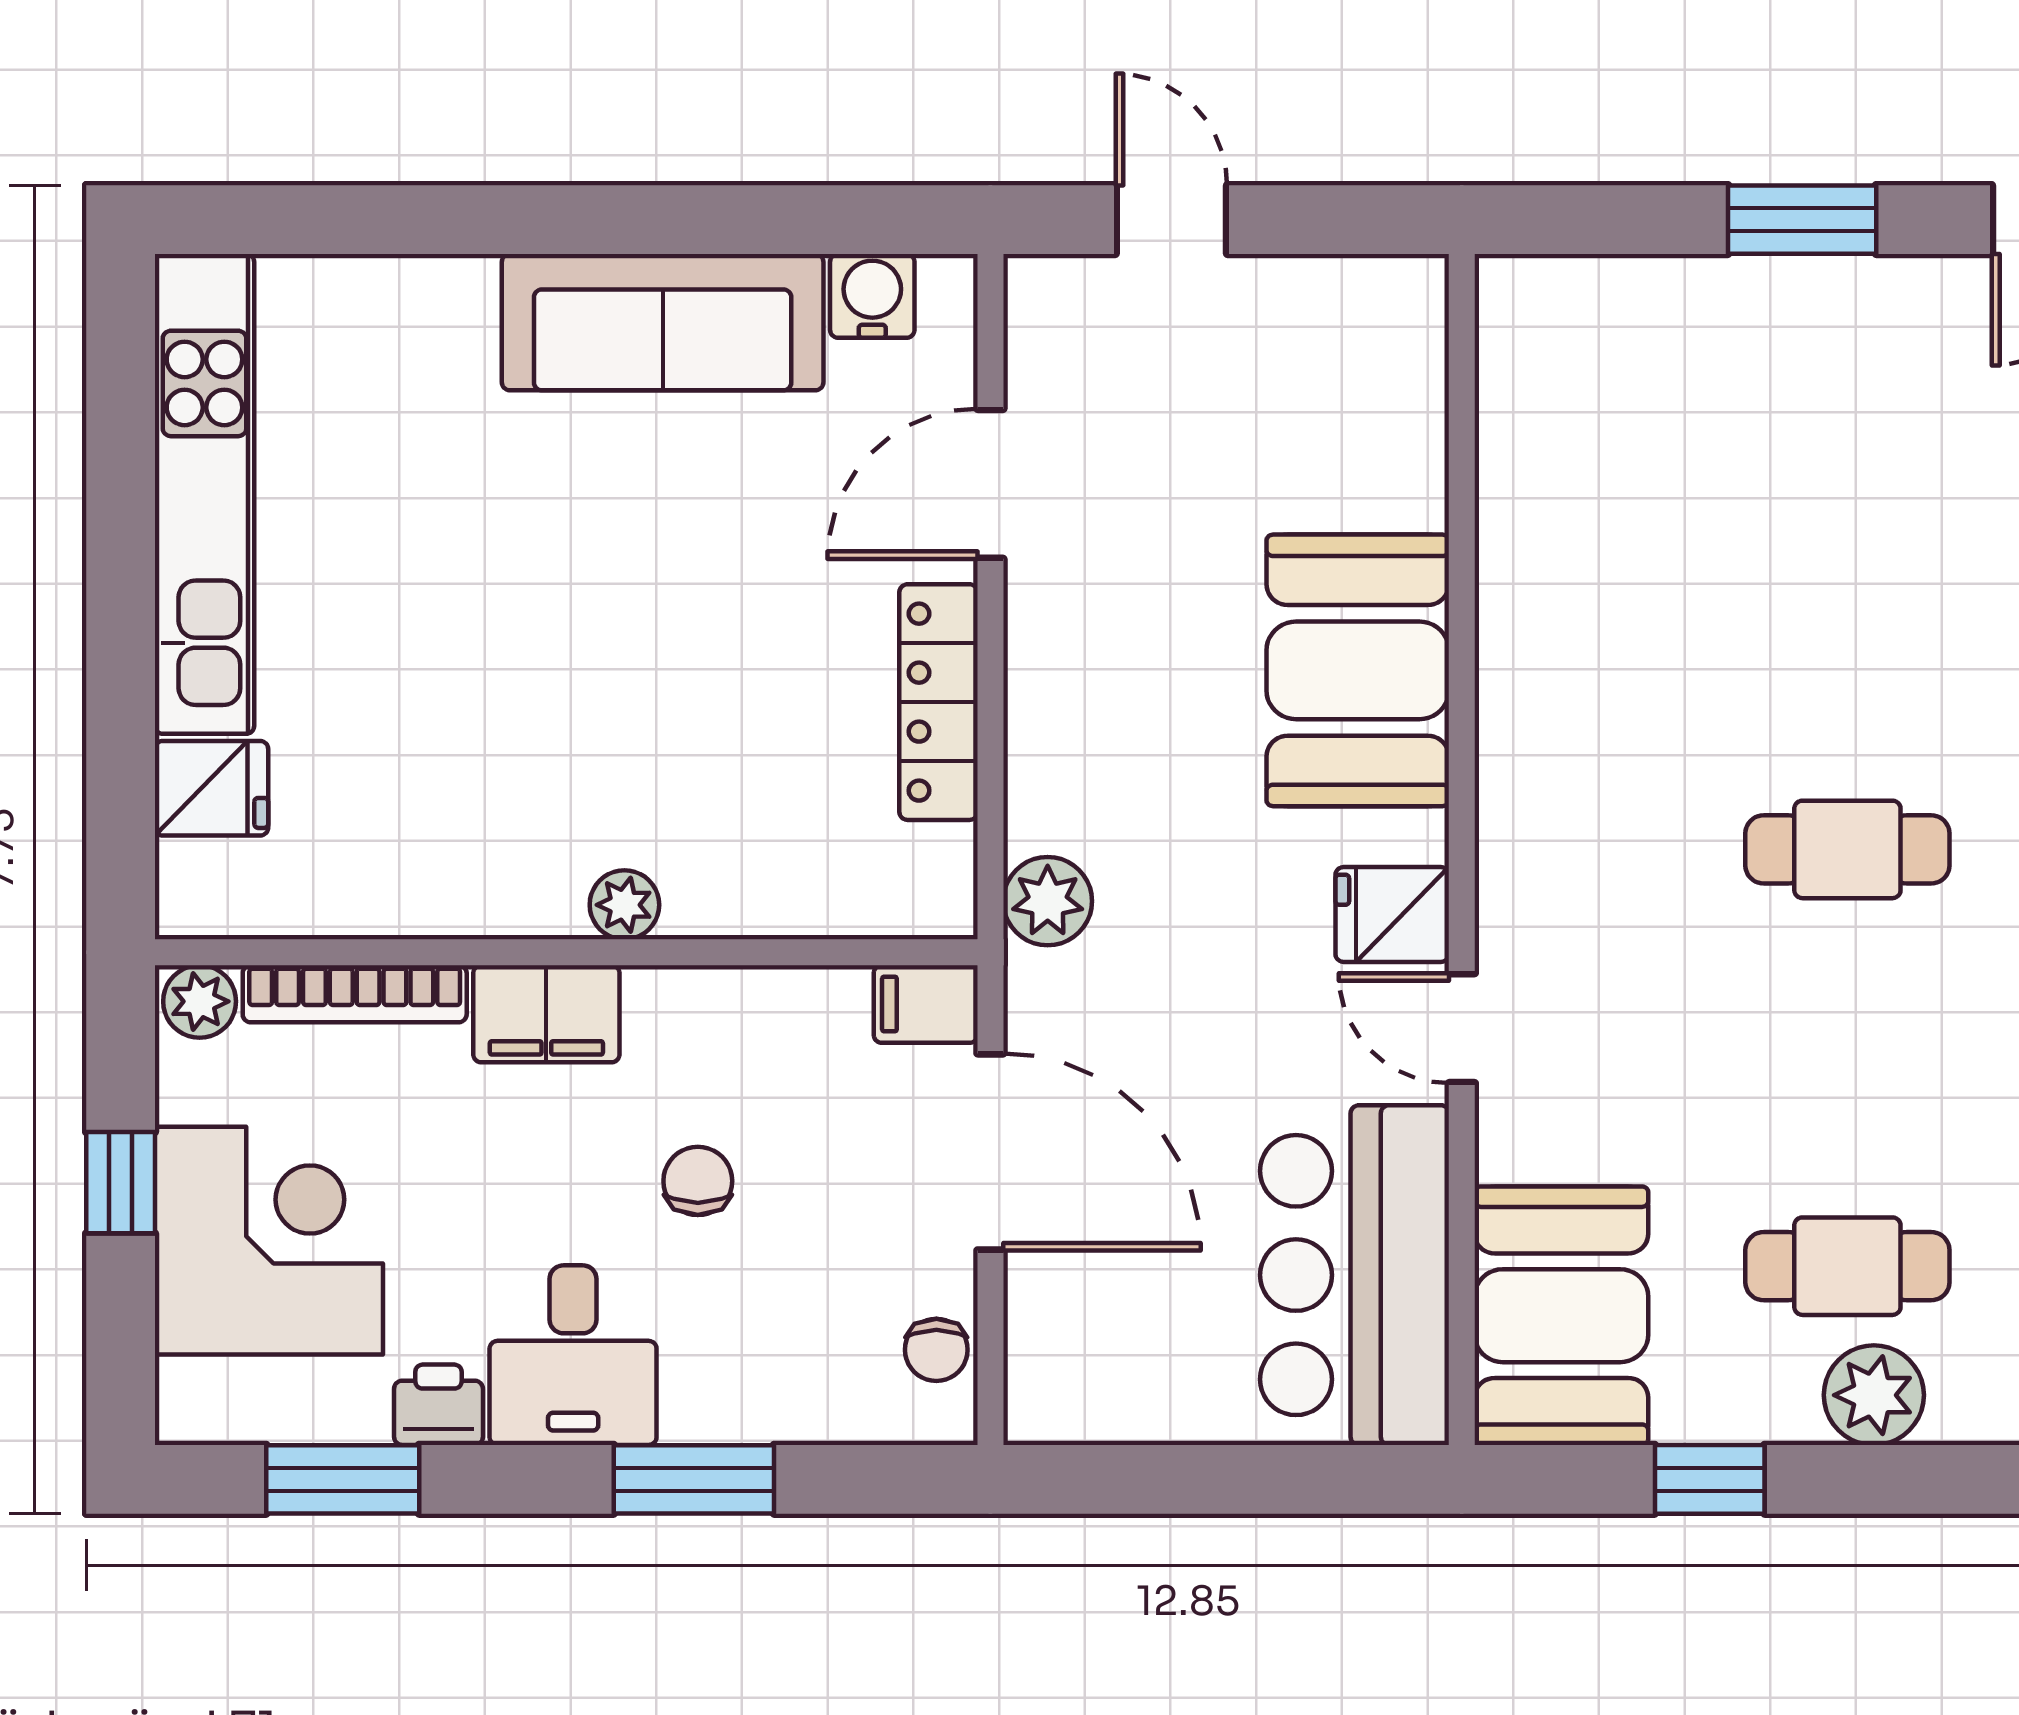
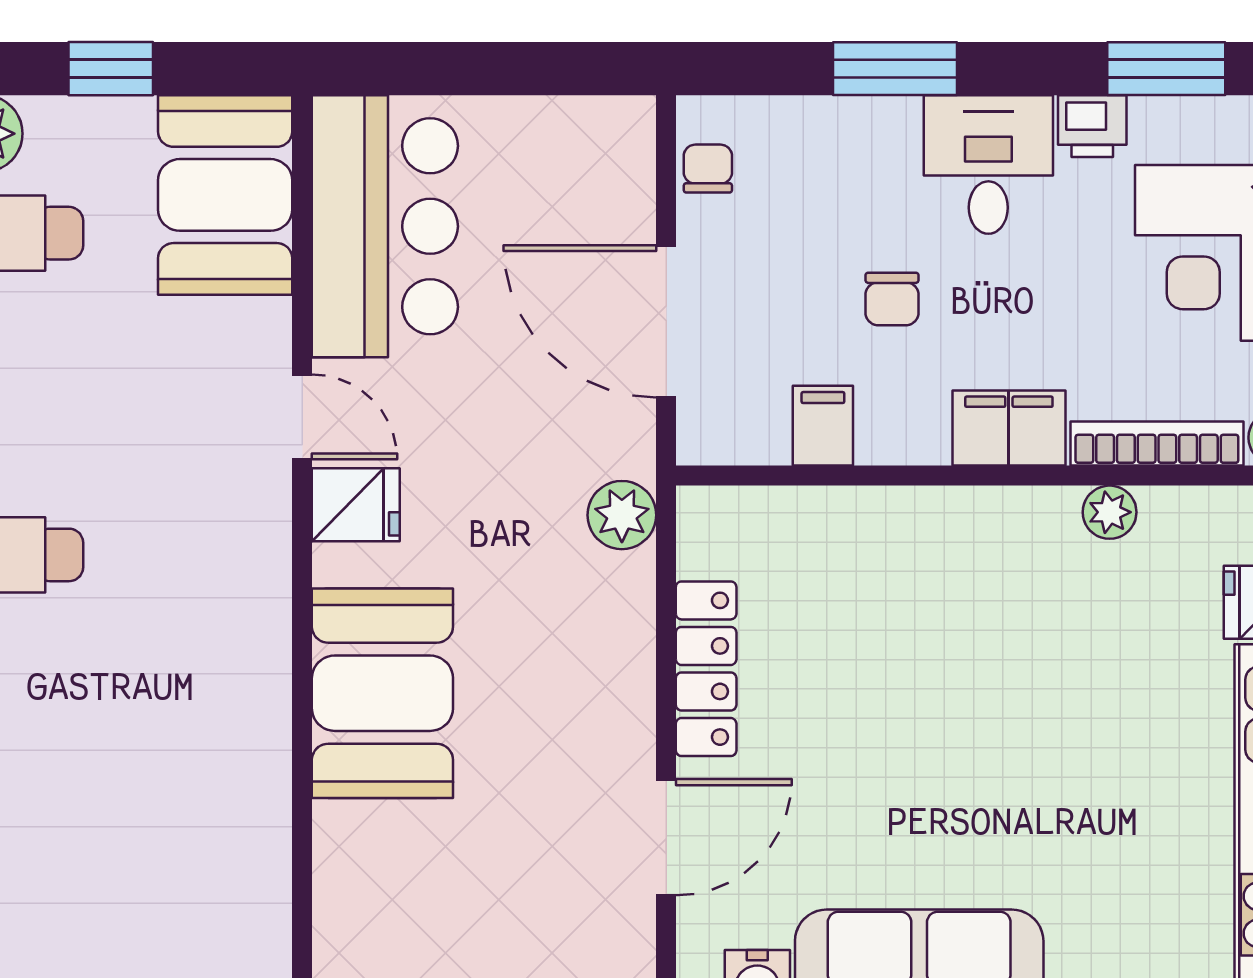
plant: (624, 905) -> (1110, 512), moved
filing cabinet: (926, 1004) -> (823, 426), moved, turned -90

